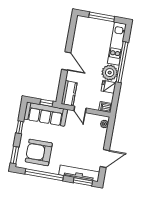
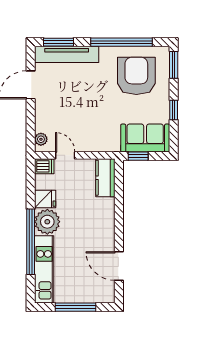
door: (66, 61) -> (119, 266), moved
door: (80, 109) -> (65, 155), moved
sofa: (46, 114) -> (145, 138), width x0.73
armchair: (39, 152) -> (136, 76), turned -90

